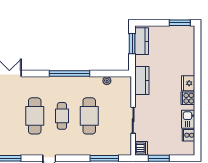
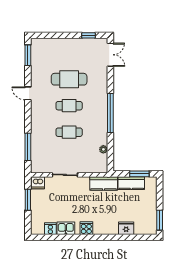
kitchen counter: (142, 41) -> (131, 183), moved
fridge: (188, 83) -> (126, 228), moved
cafe table: (89, 116) -> (69, 132), width x0.73, depth x0.74

